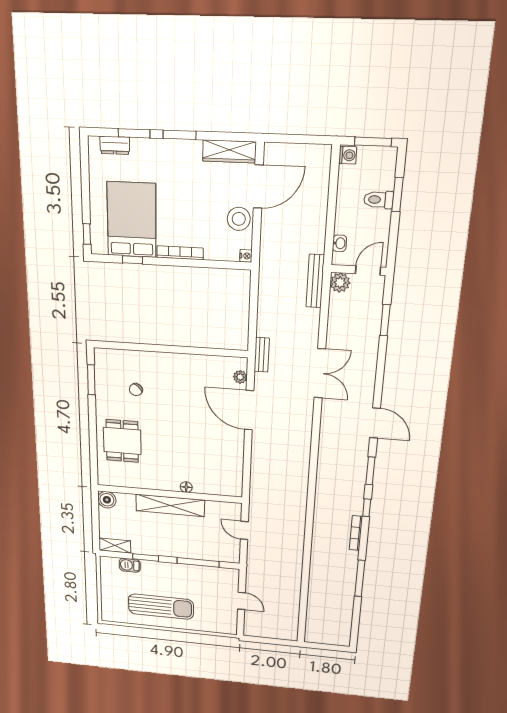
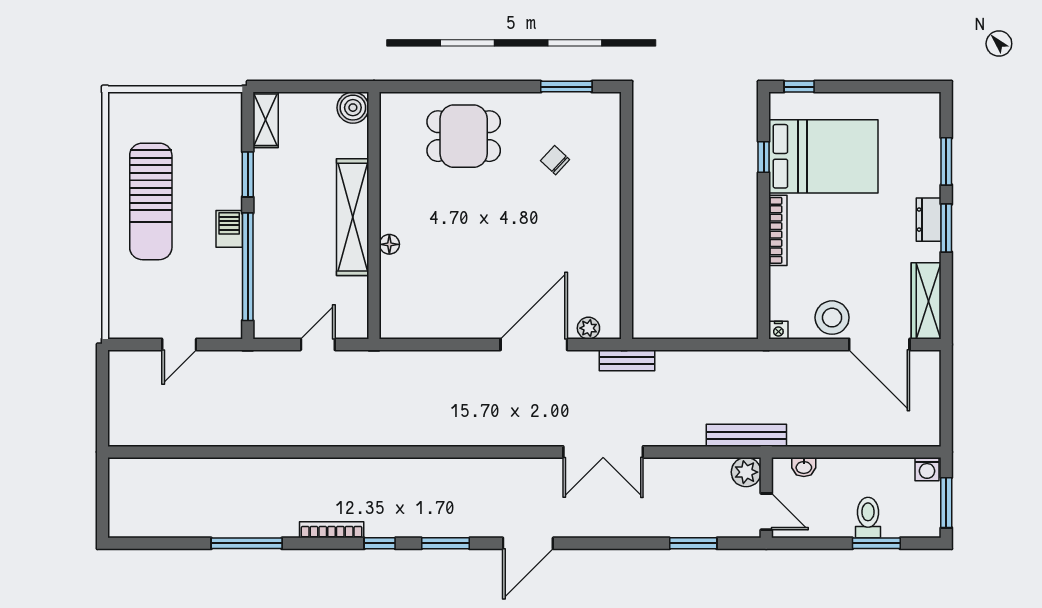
dresser: (115, 145) -> (929, 220), moved
window: (198, 562) -> (248, 267), width x1.46
barbecue: (130, 565) -> (229, 229), moved

